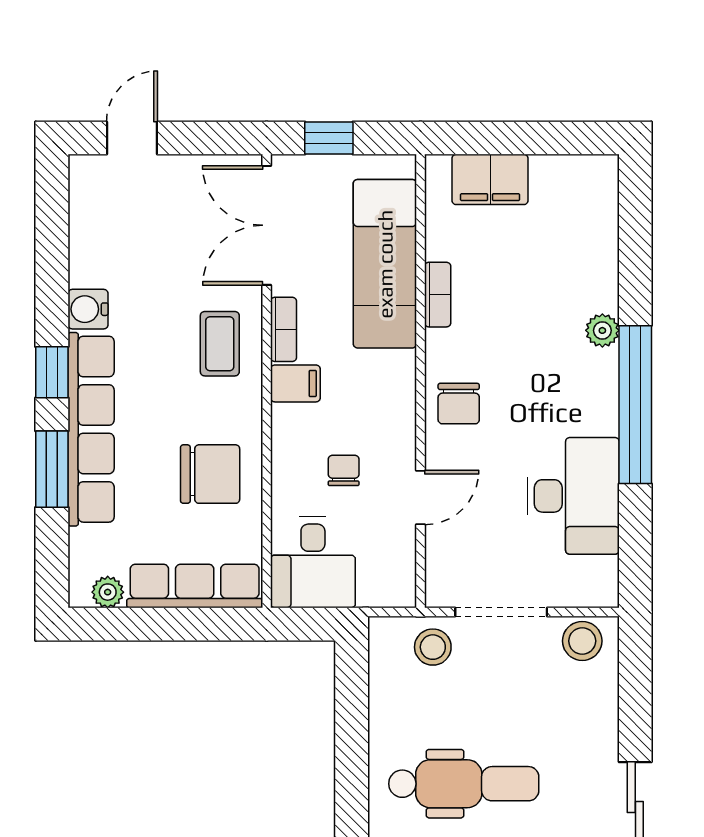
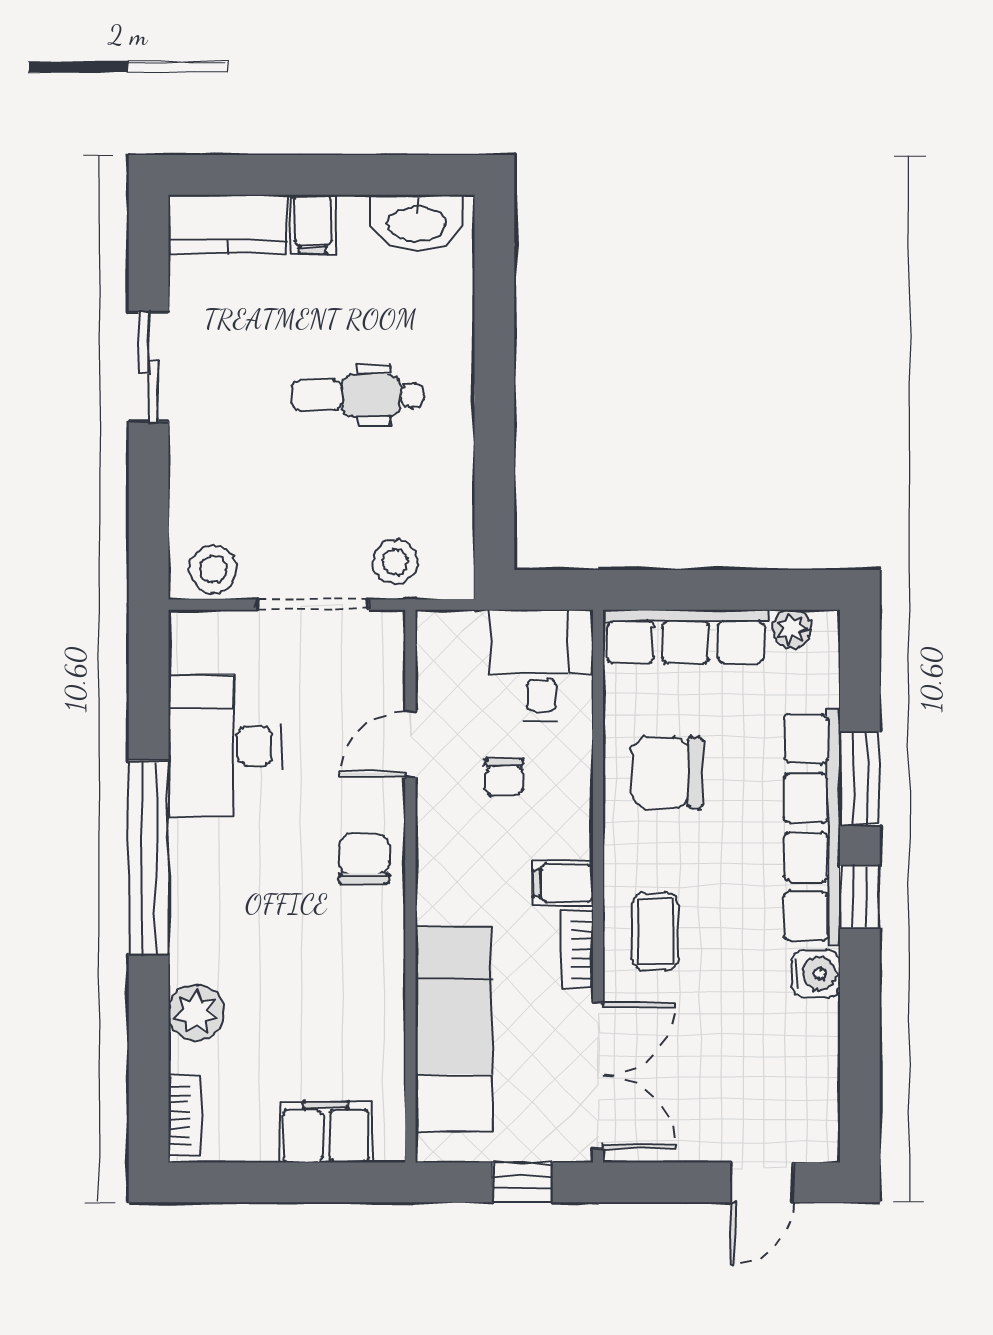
bookcase: (438, 295) -> (184, 1116), moved, turned 180
plant: (602, 330) -> (196, 1013), moved, width x1.38, depth x1.38
dental chair: (464, 784) -> (358, 395), width x0.73, depth x0.72

